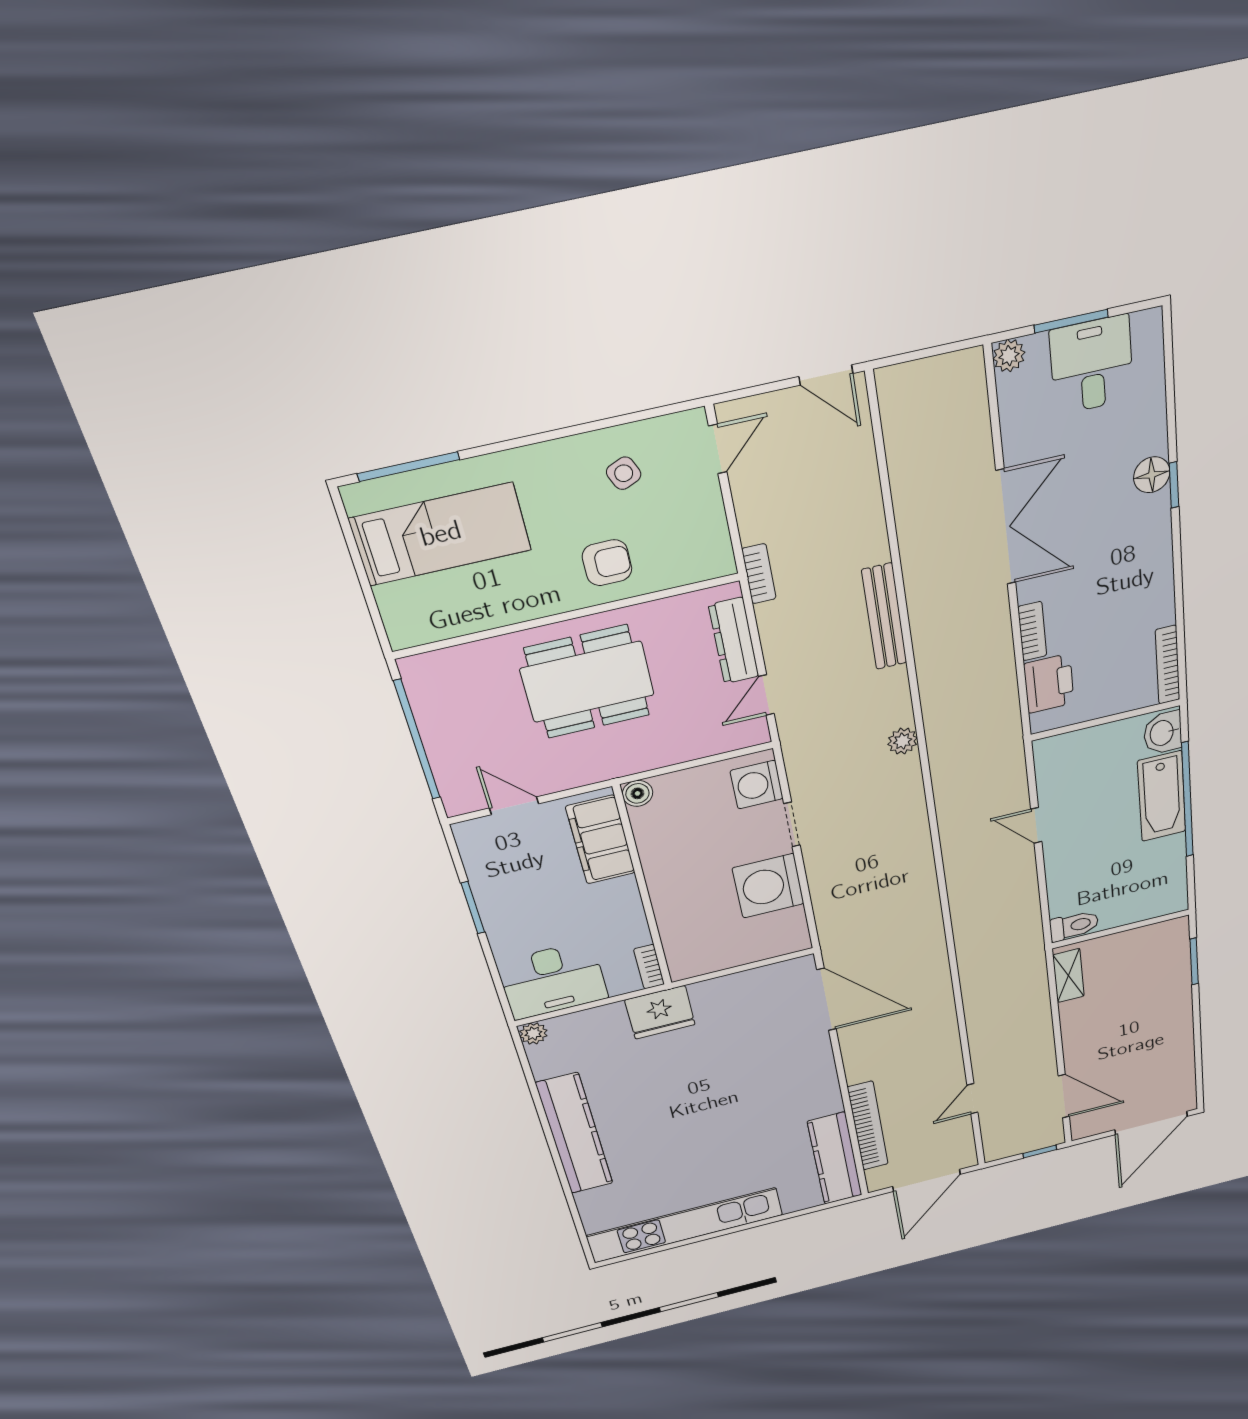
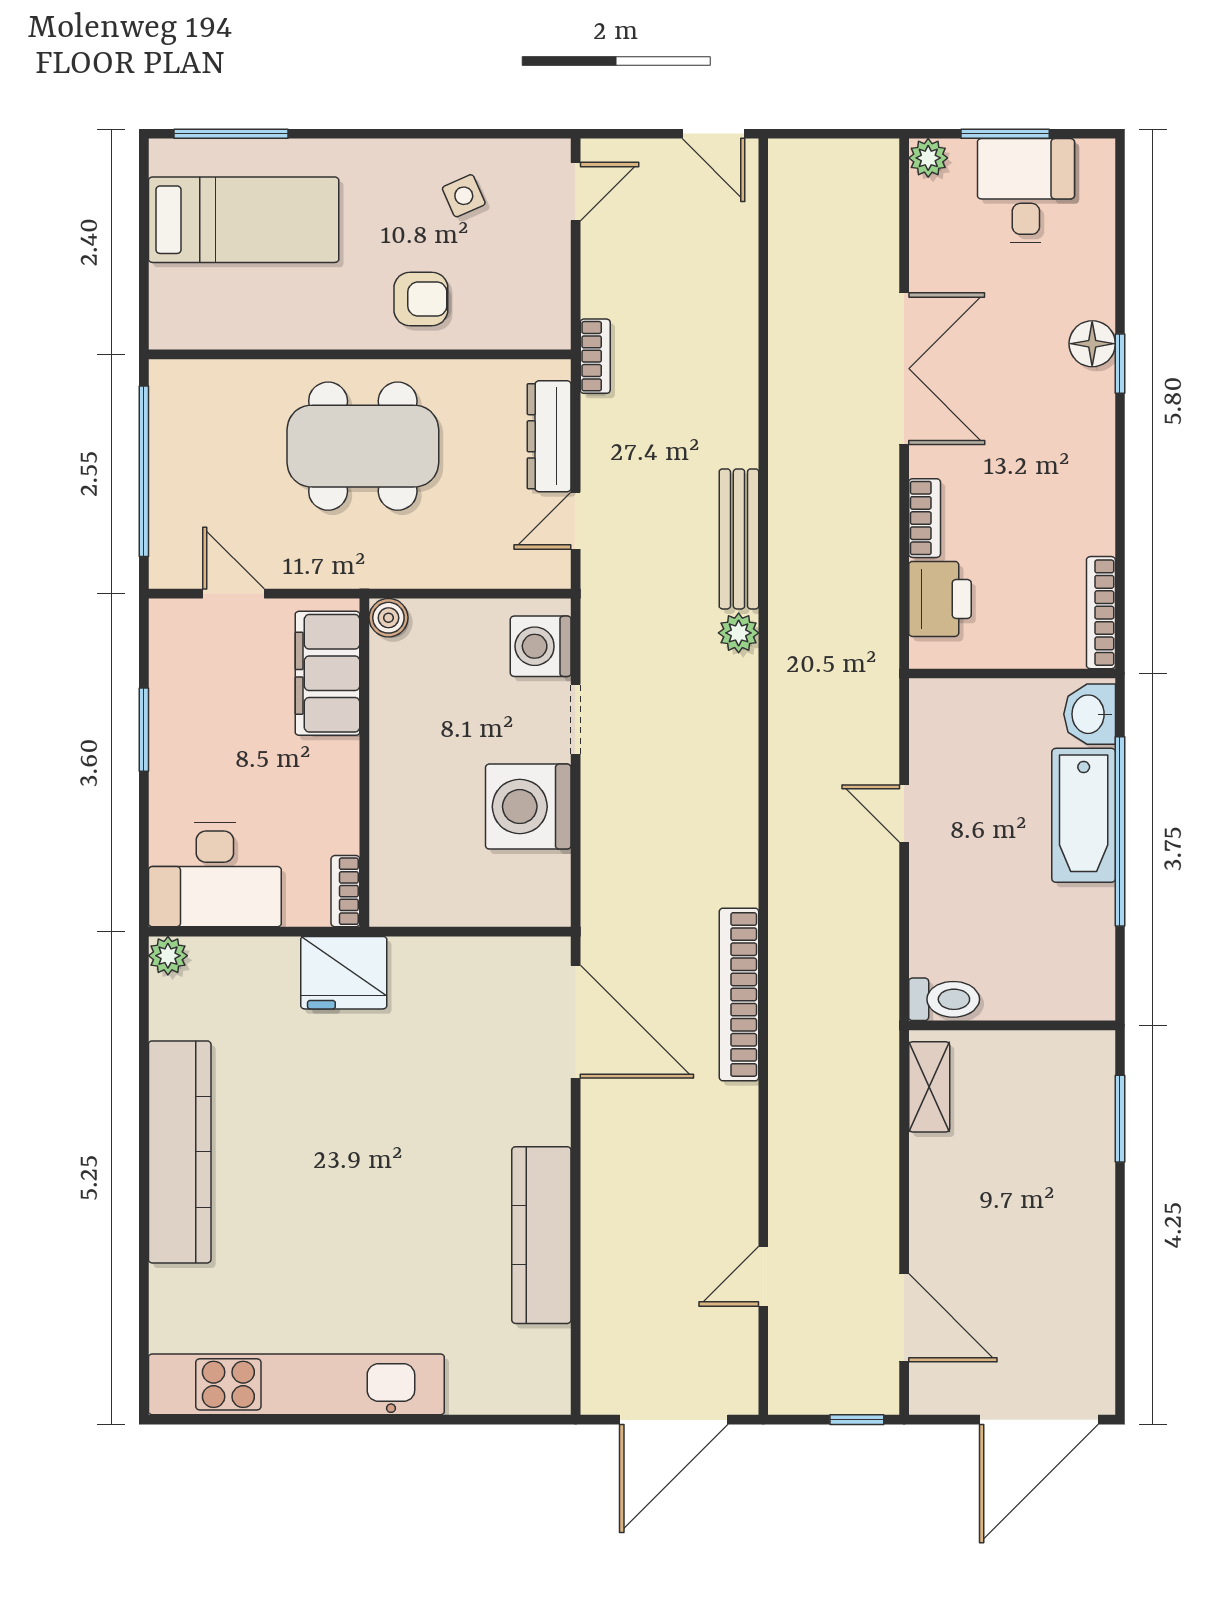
bench: (884, 617) -> (739, 539), moved
bookcase: (868, 1126) -> (739, 995), moved, turned 180
kitchen counter: (835, 1159) -> (541, 1235), moved

